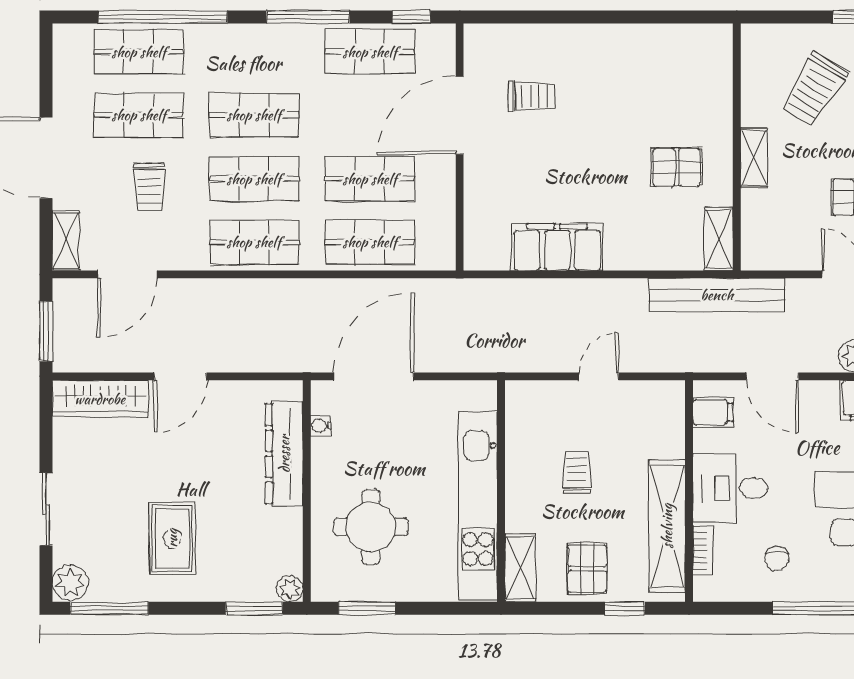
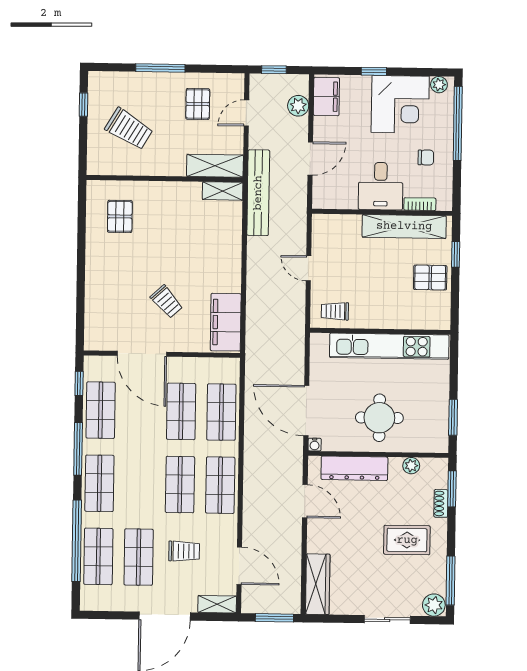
trolley: (532, 96) -> (167, 302), moved, turned 138
shop shelf: (254, 115) -> (99, 483), moved
shelving: (754, 158) -> (215, 166), moved, width x1.50, depth x1.33
pallet: (677, 167) -> (120, 216), moved
filing cabinet: (557, 247) -> (226, 322), moved
door: (180, 376) -> (305, 501), moved
filing cabinet: (713, 412) -> (332, 196), removed
water cooler: (321, 426) -> (315, 445), moved
trolley: (577, 473) -> (335, 311), moved
round table: (371, 527) -> (379, 418), moved
shelving: (520, 568) -> (429, 320), removed
plant: (290, 589) -> (411, 466), moved
shoe rack: (231, 591) -> (441, 503), added

